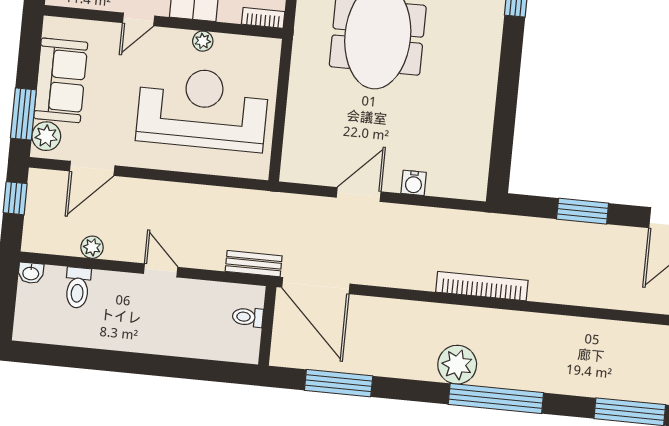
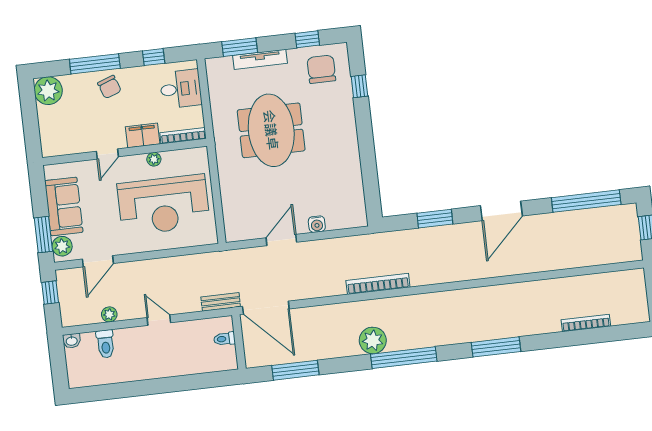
bookcase: (263, 18) -> (183, 136), width x1.56
reception desk: (203, 109) -> (164, 205), turned 180

